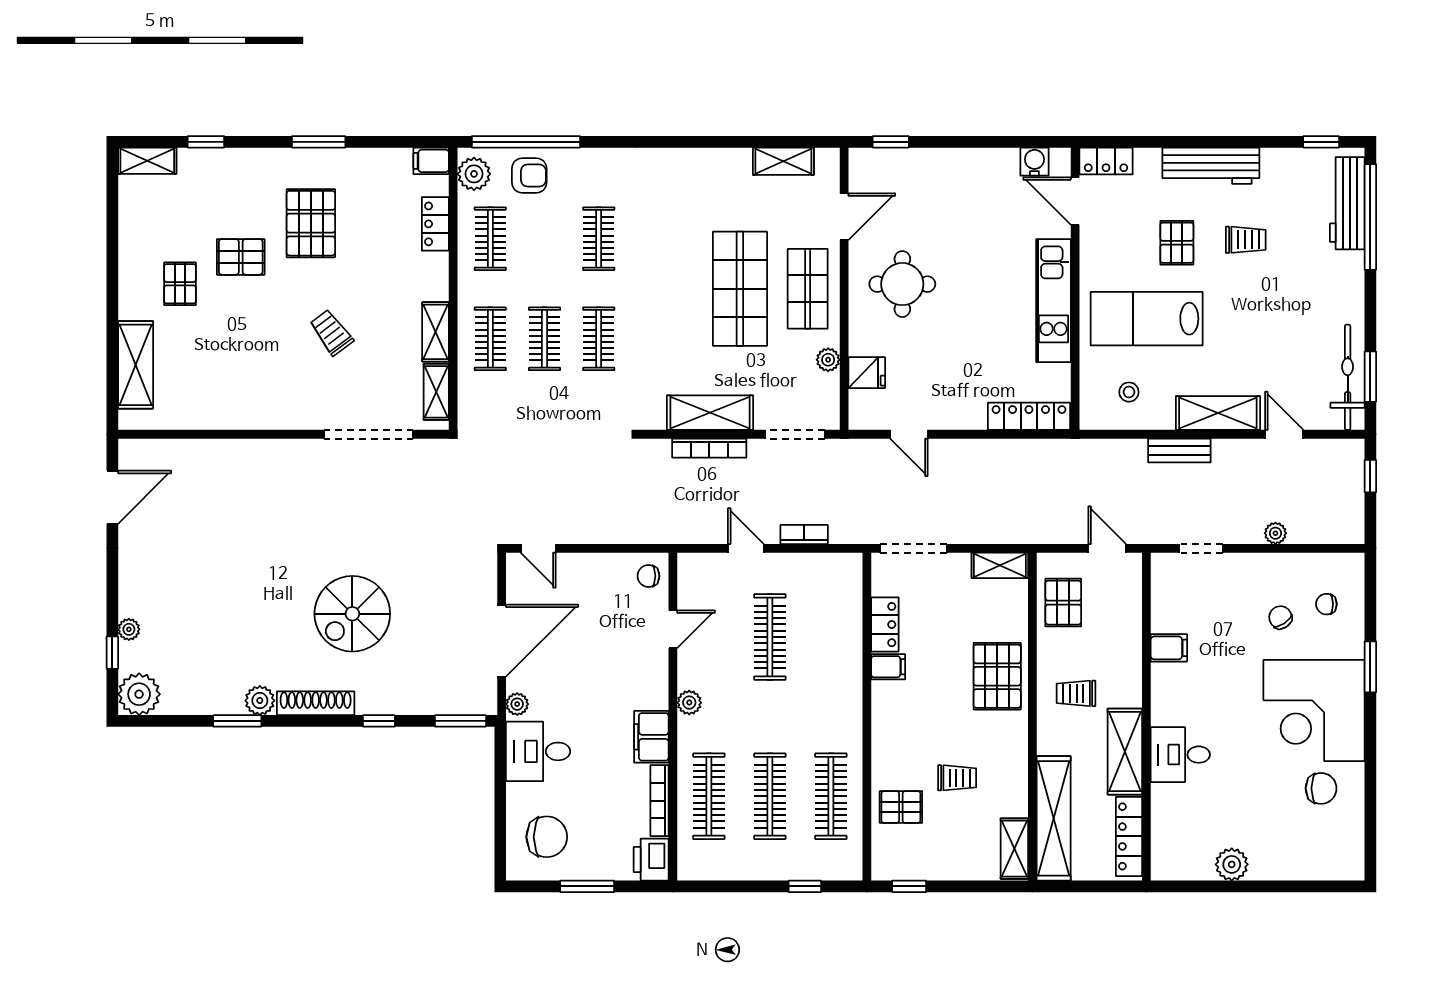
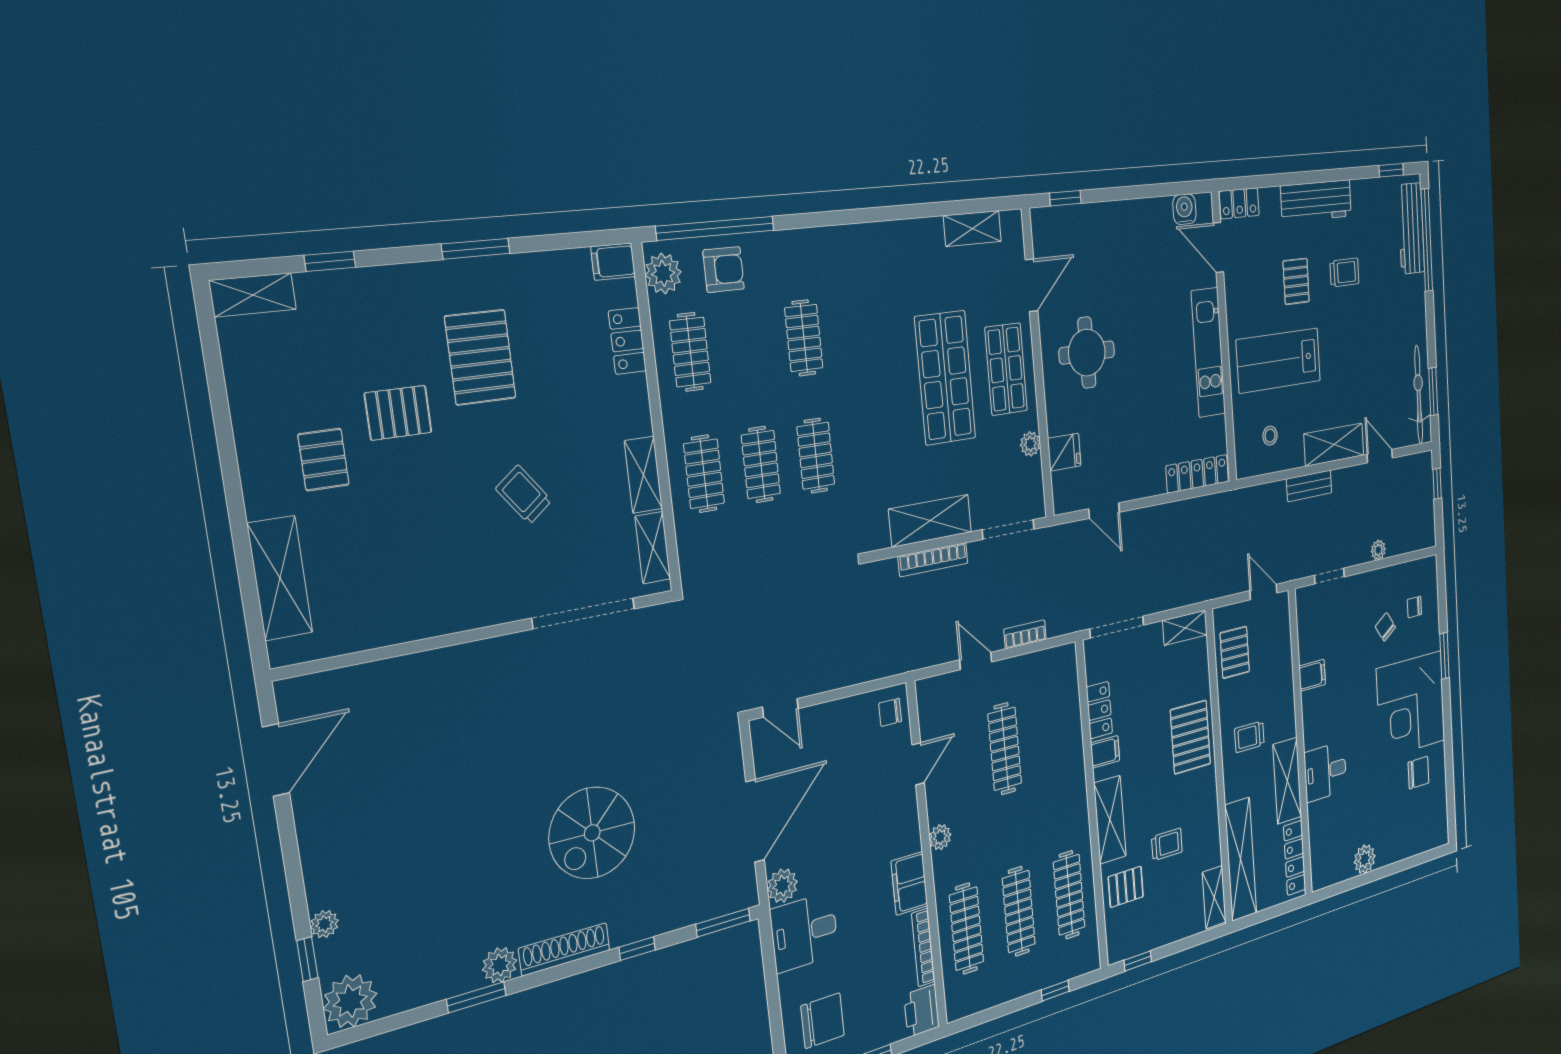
plant: (517, 704) -> (782, 886), width x1.38, depth x1.38
shelving: (888, 735) -> (1110, 820), added

